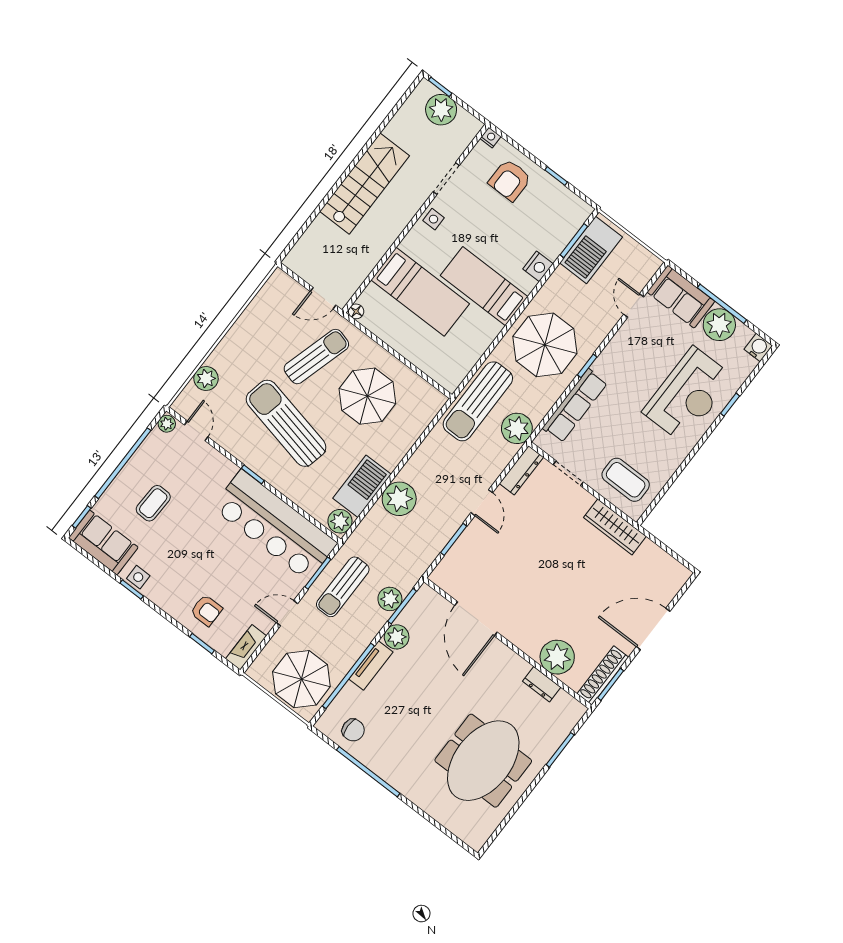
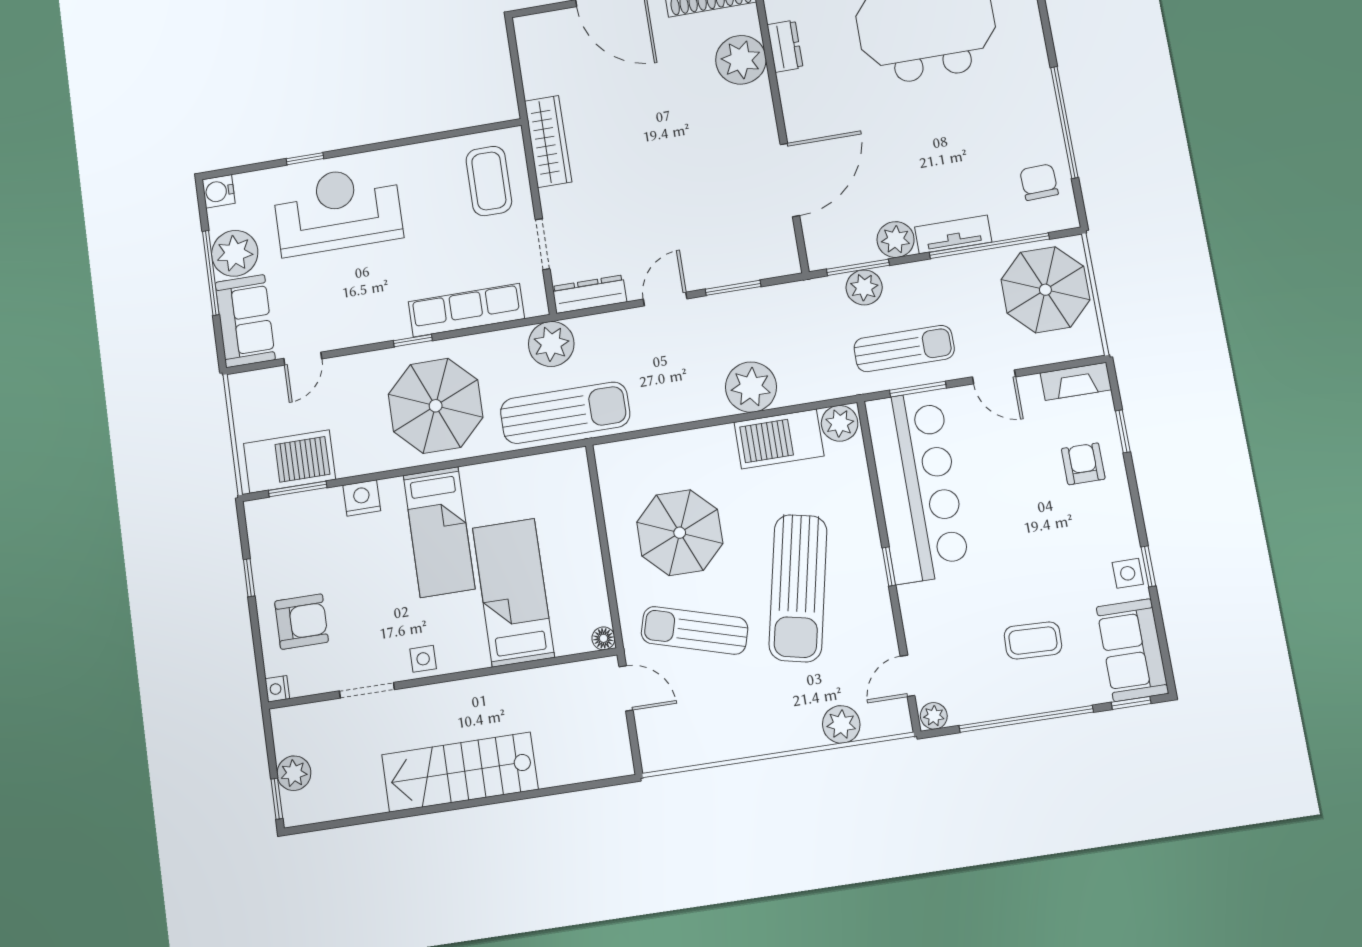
plant: (441, 110) -> (294, 773), width x0.73, depth x0.73

